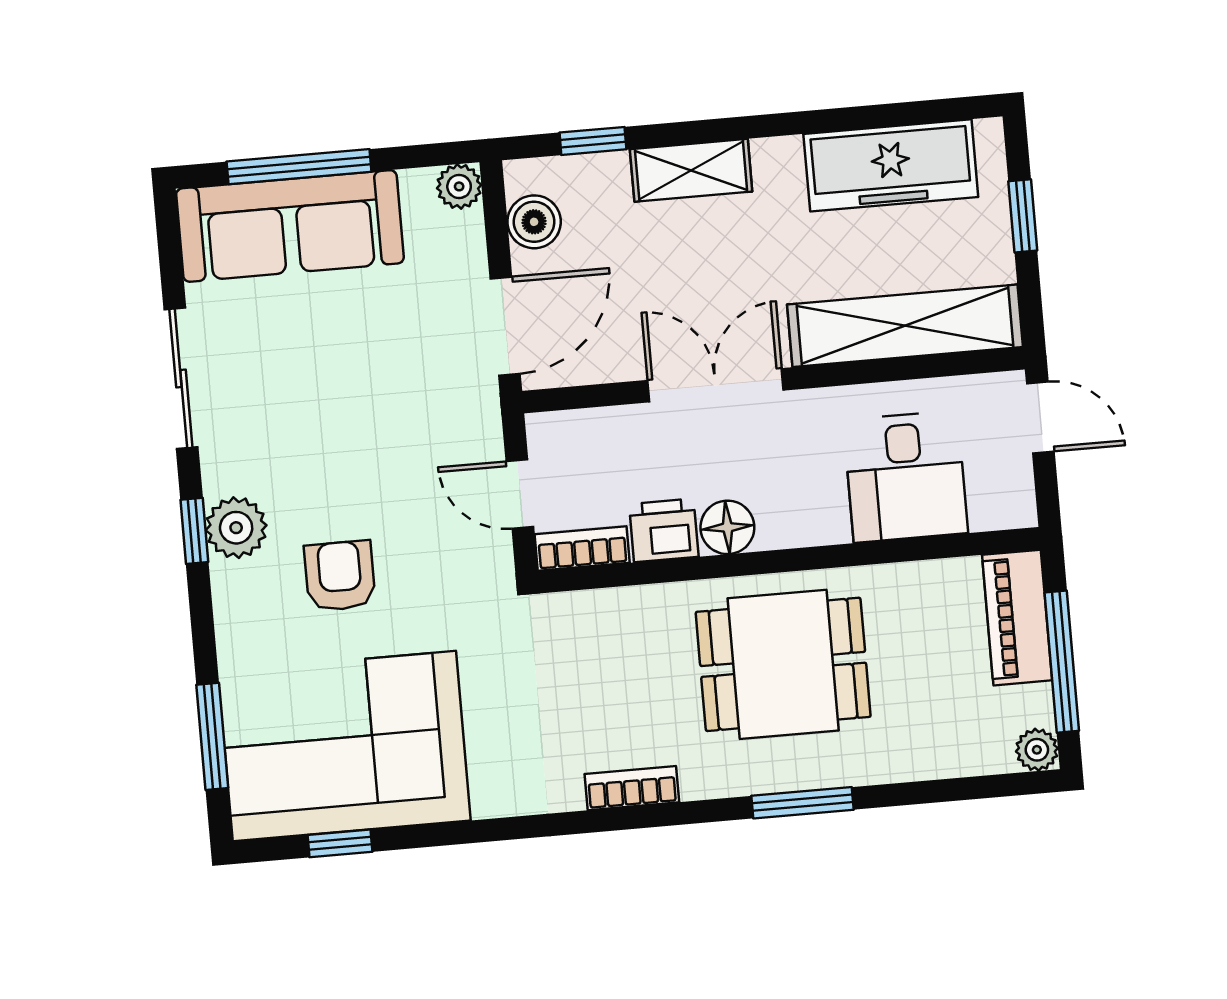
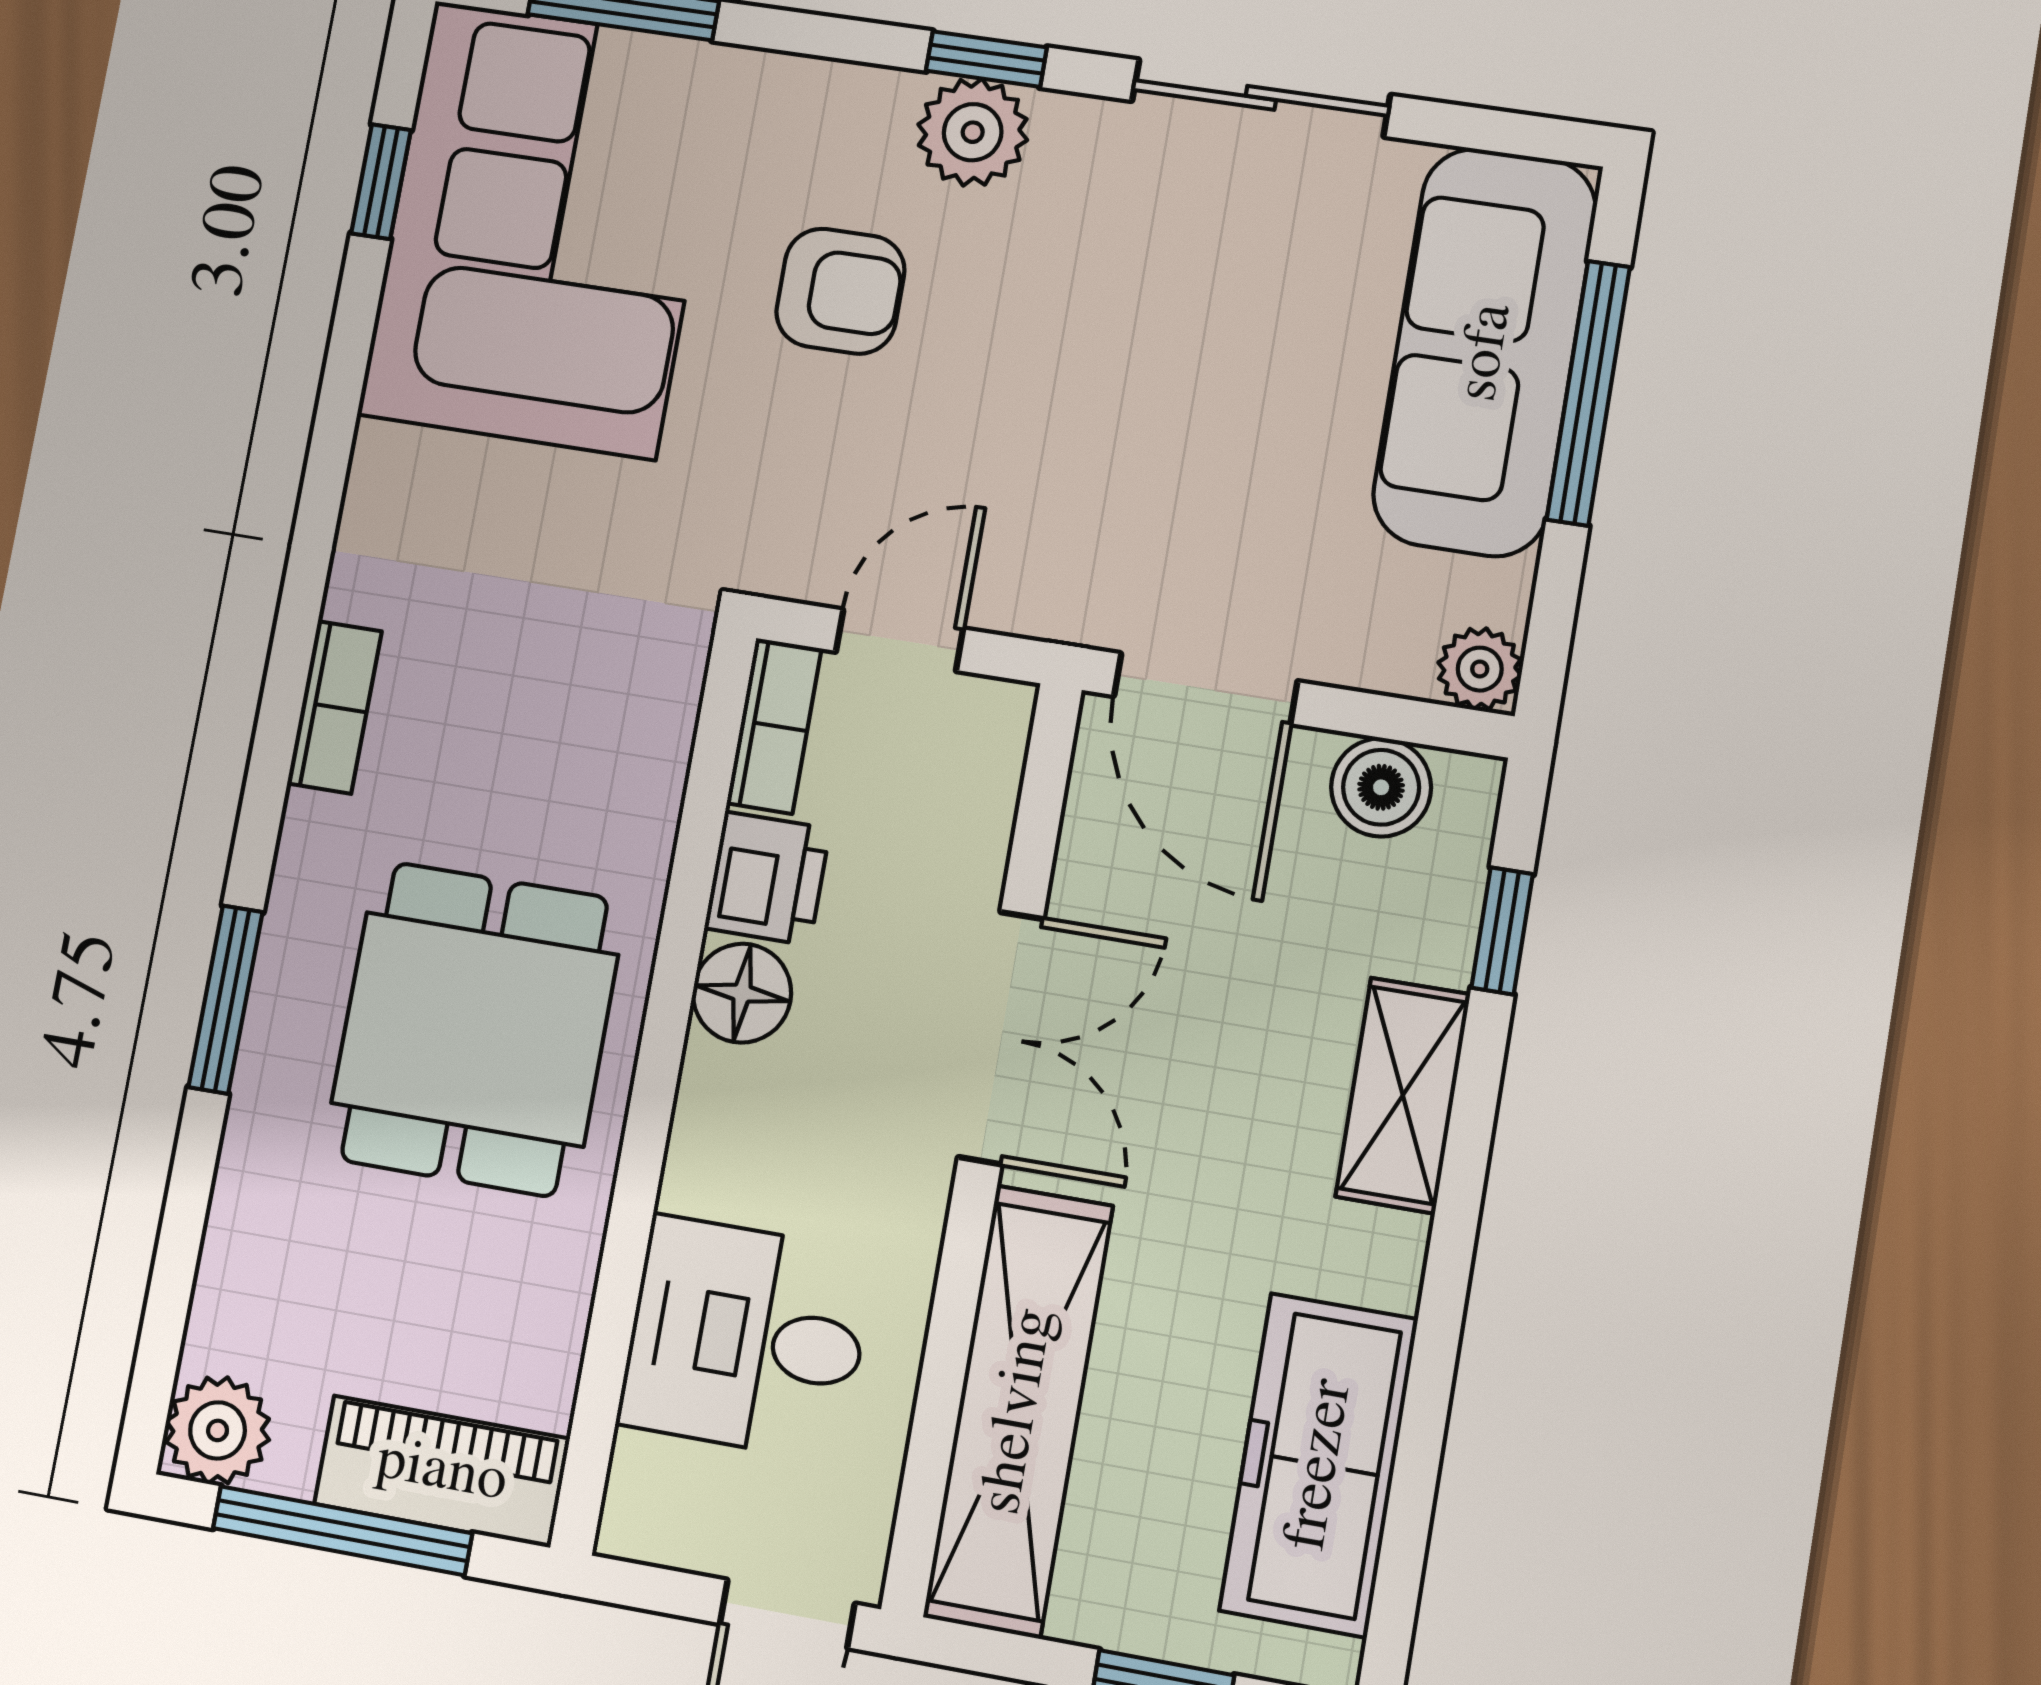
plant: (1037, 750) -> (218, 1430), width x1.38, depth x1.38

